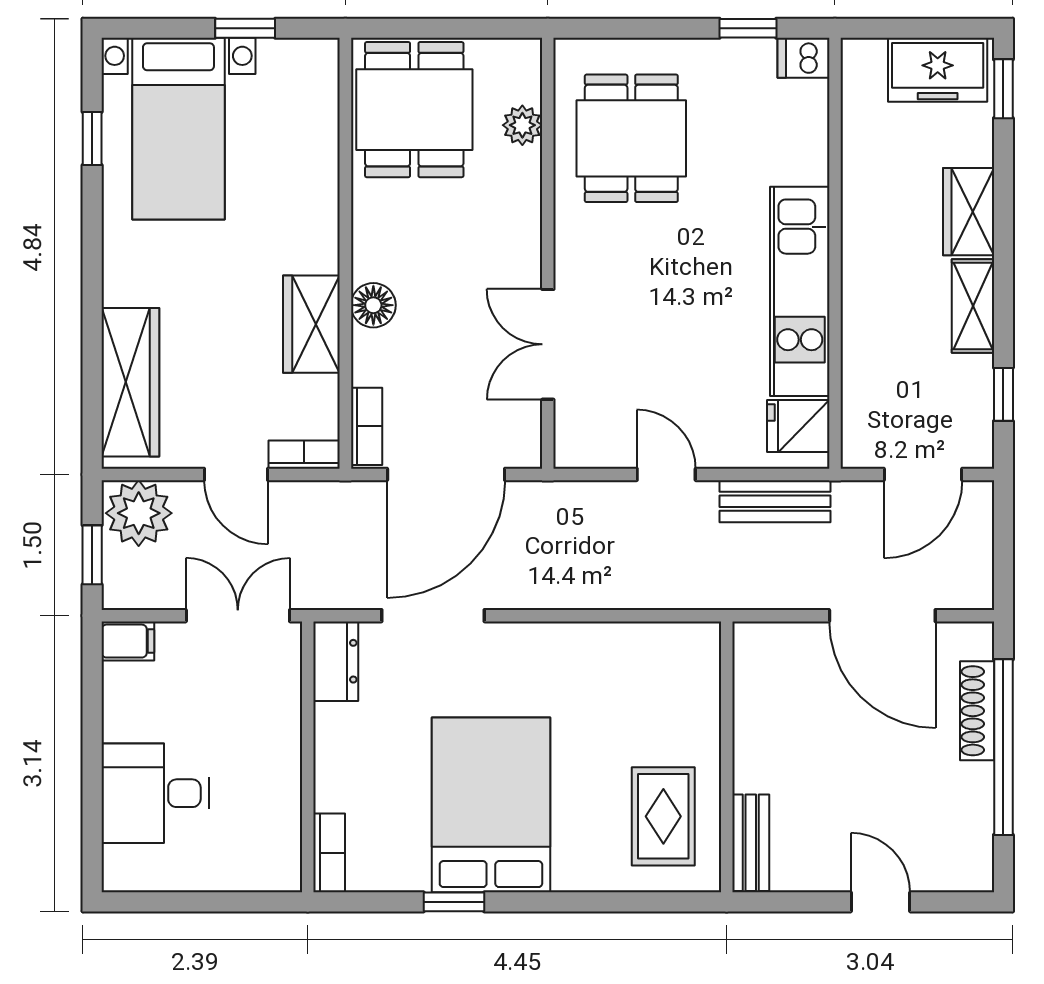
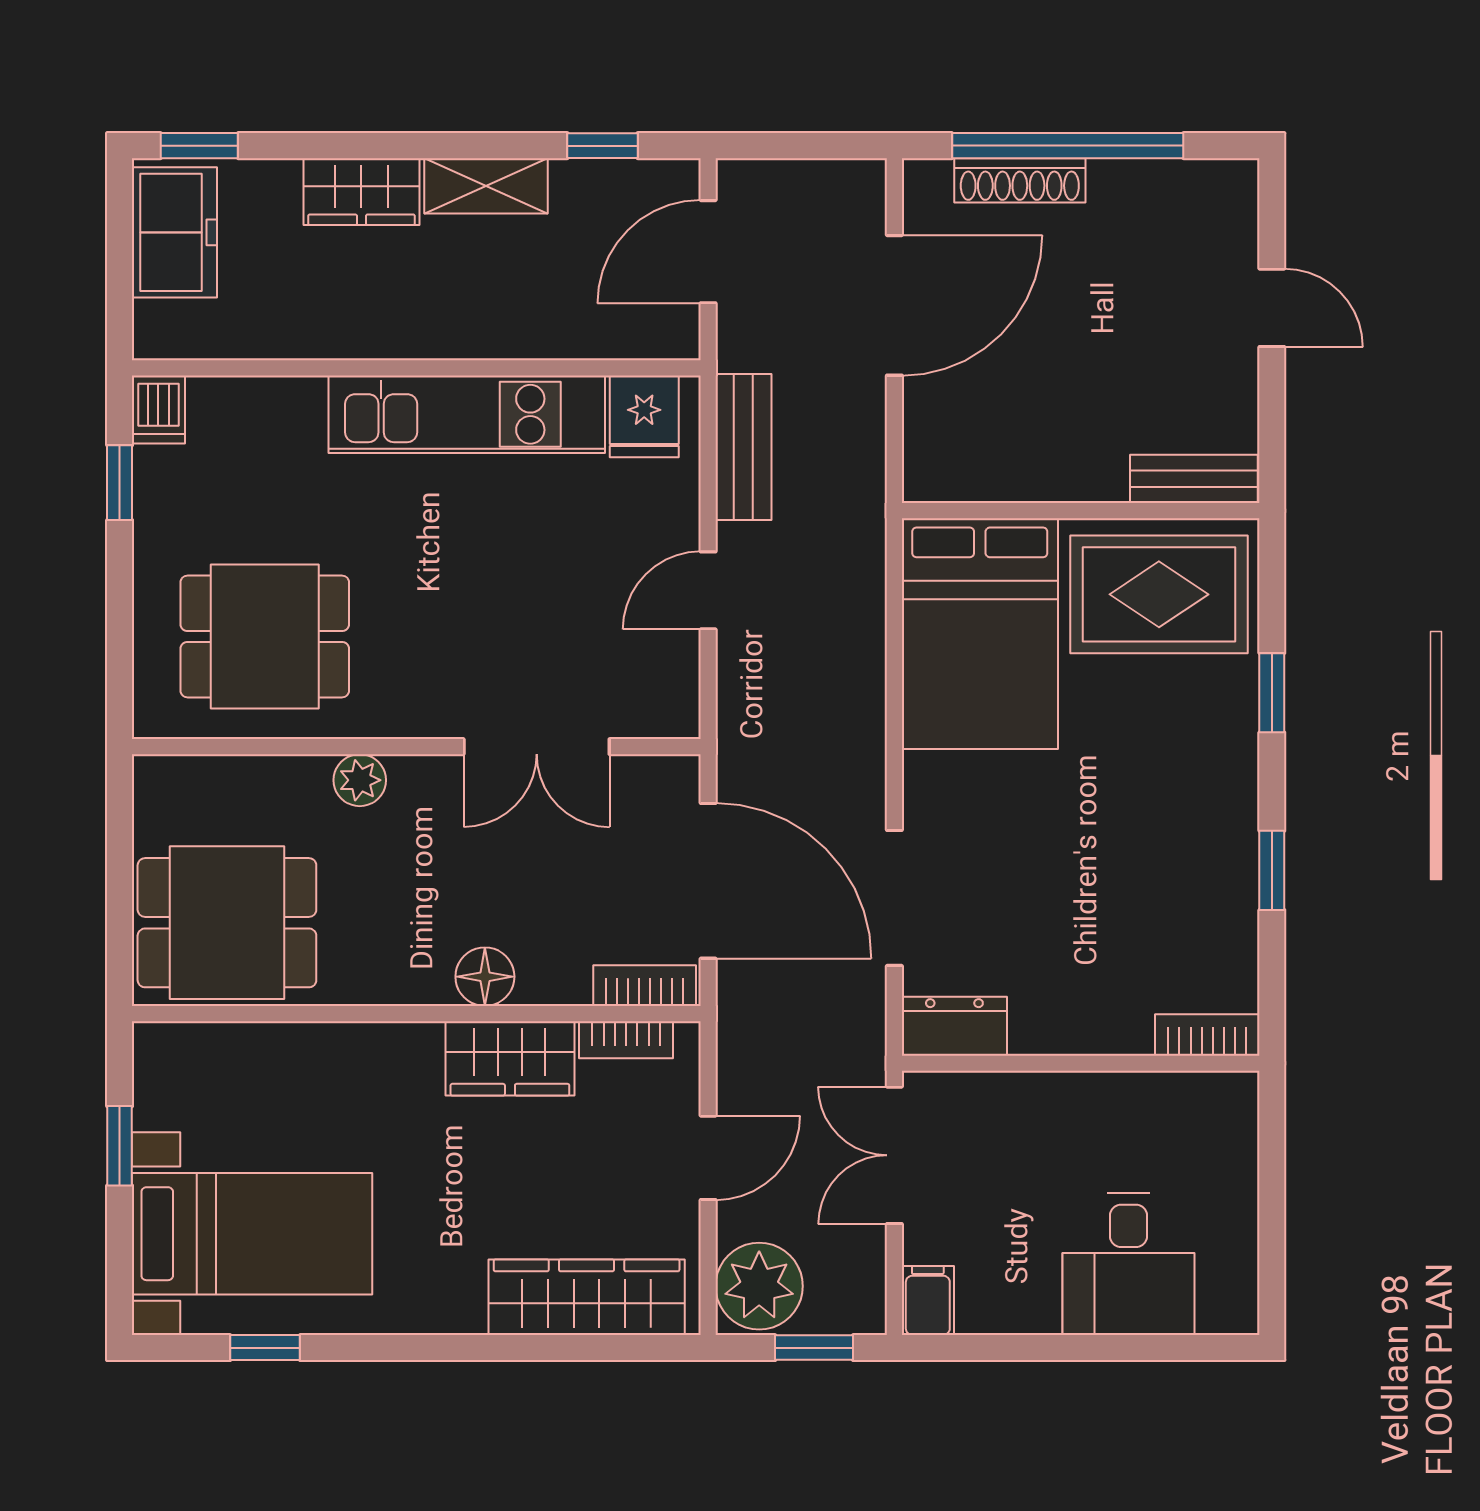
plant: (522, 125) -> (360, 780), moved
bookcase: (304, 455) -> (626, 1040), moved, turned -90
door: (923, 474) -> (708, 252), swing flipped
bed: (491, 805) -> (980, 634), moved, turned -90
rug: (663, 816) -> (1159, 594), width x1.36, depth x1.43
window: (589, 902) -> (1272, 693), added
door: (881, 902) -> (1272, 308), swing flipped

